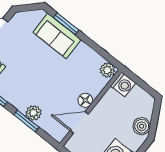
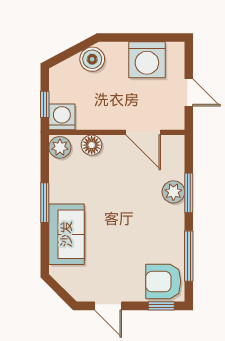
window: (66, 24) -> (45, 203), moved
window: (138, 80) -> (45, 104), added
floor lamp: (85, 100) -> (92, 145), moved

